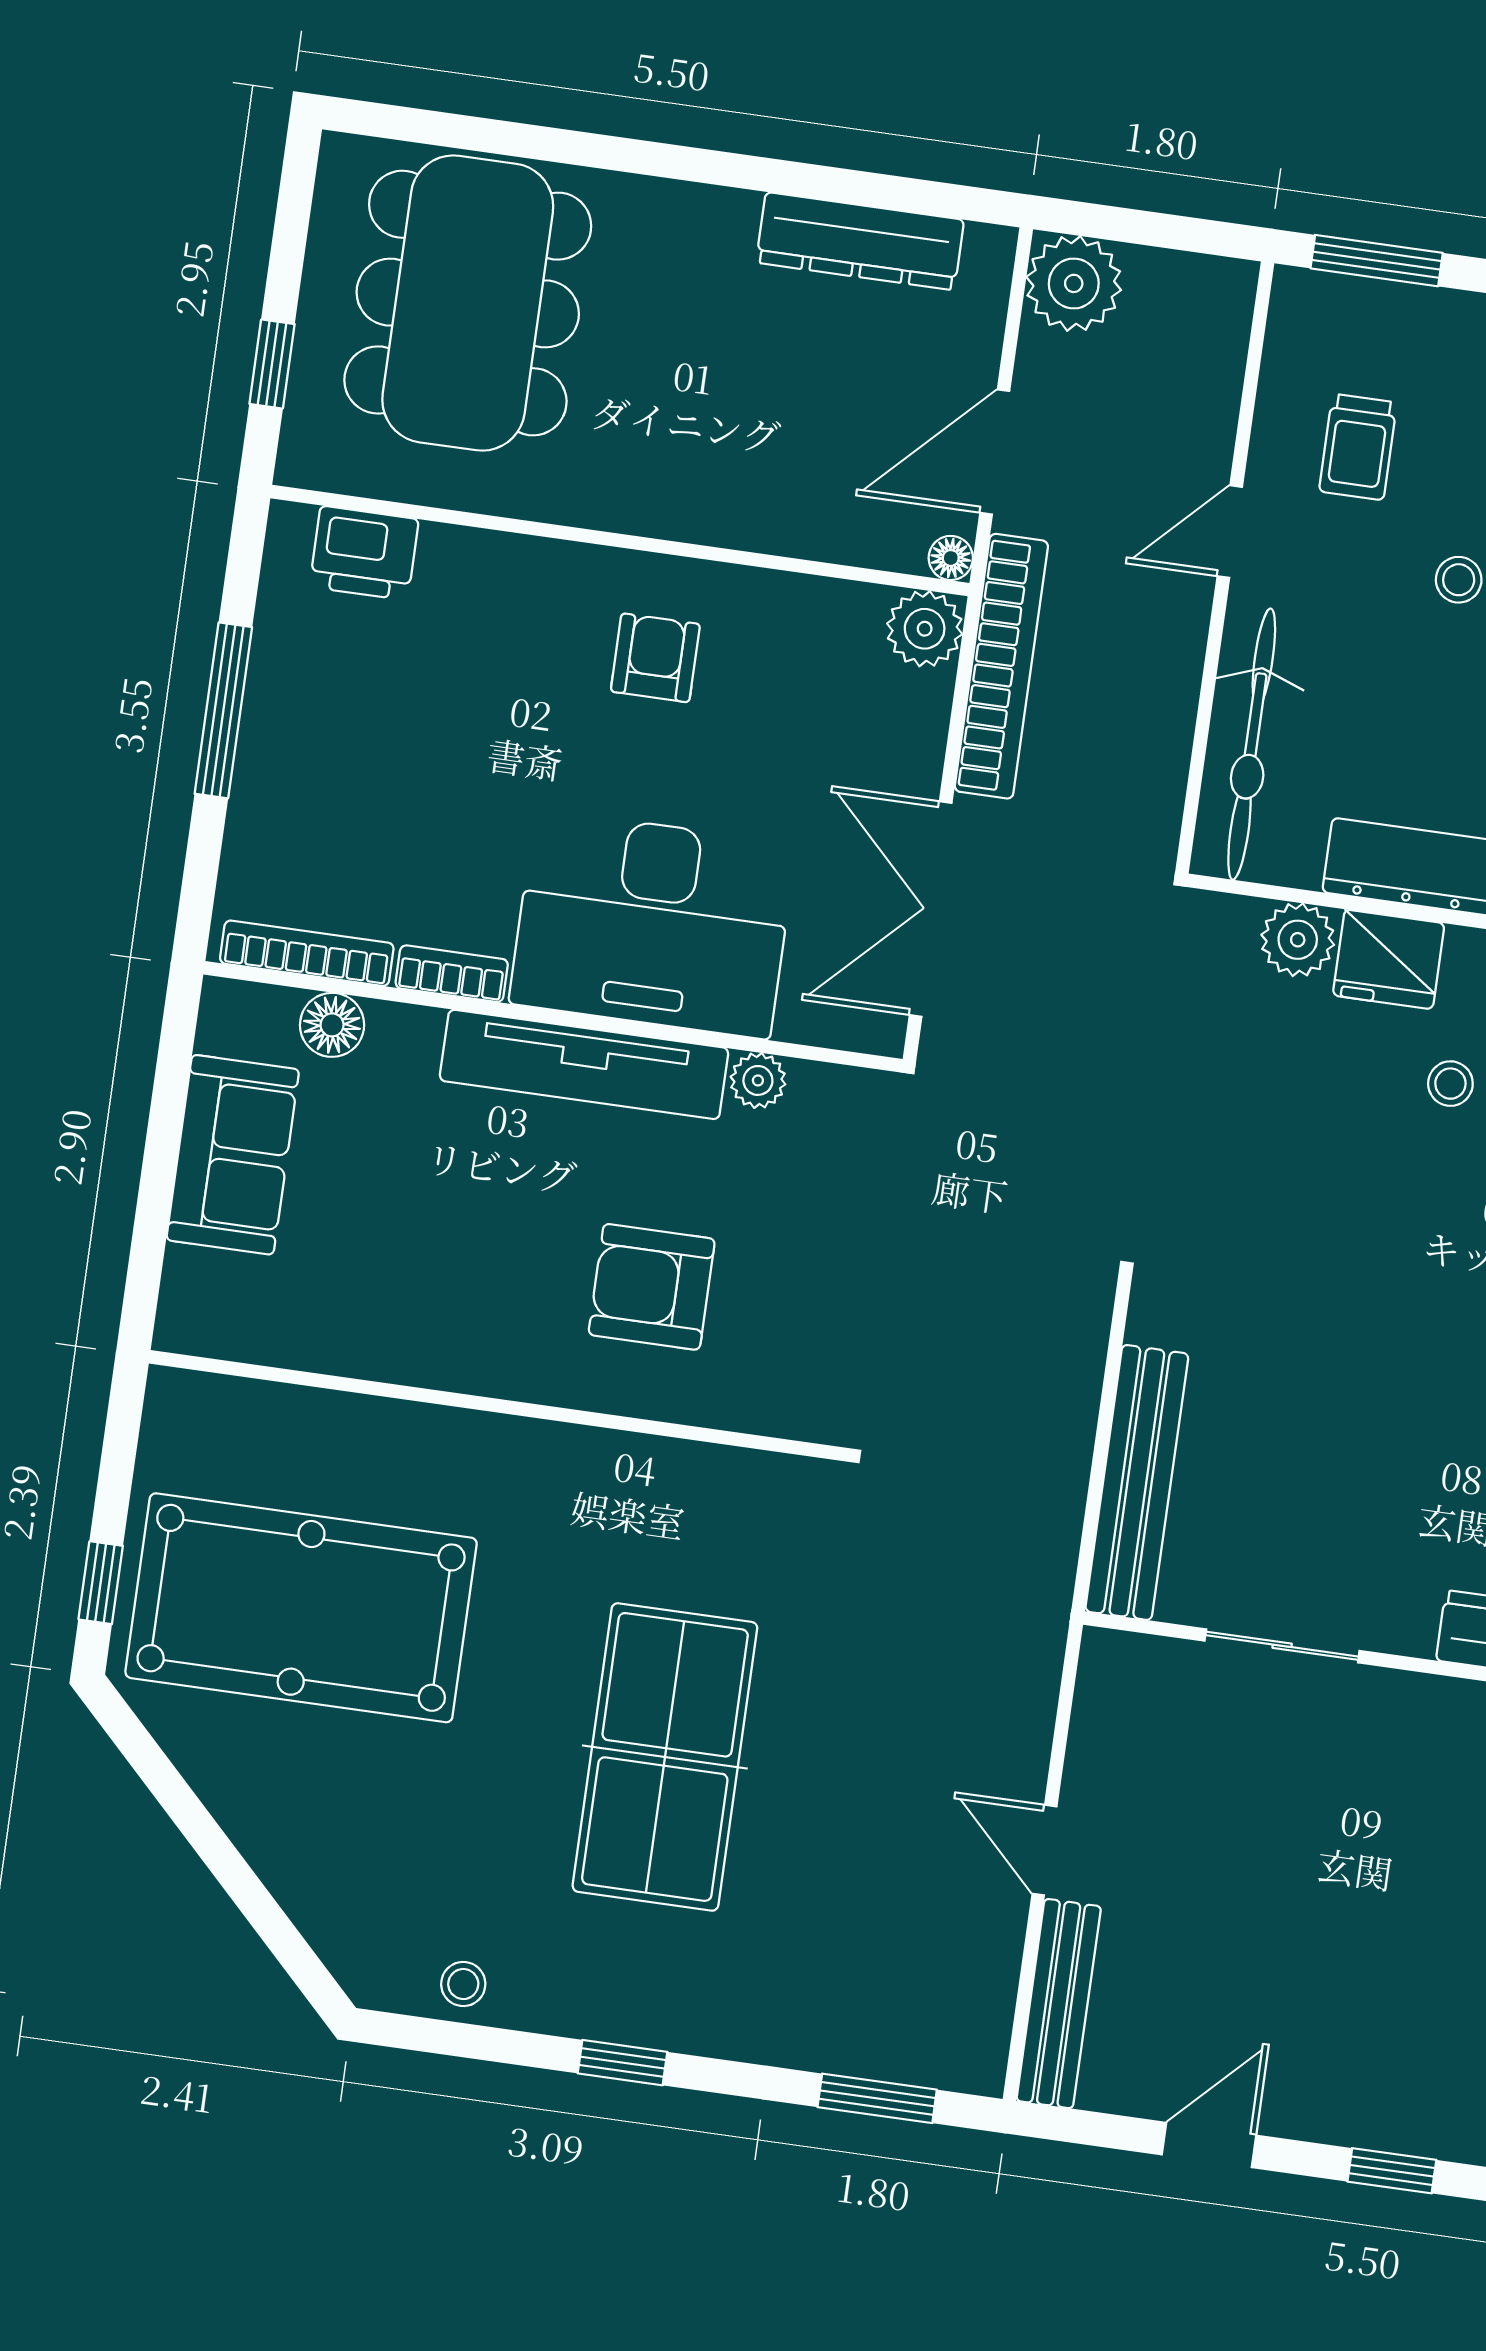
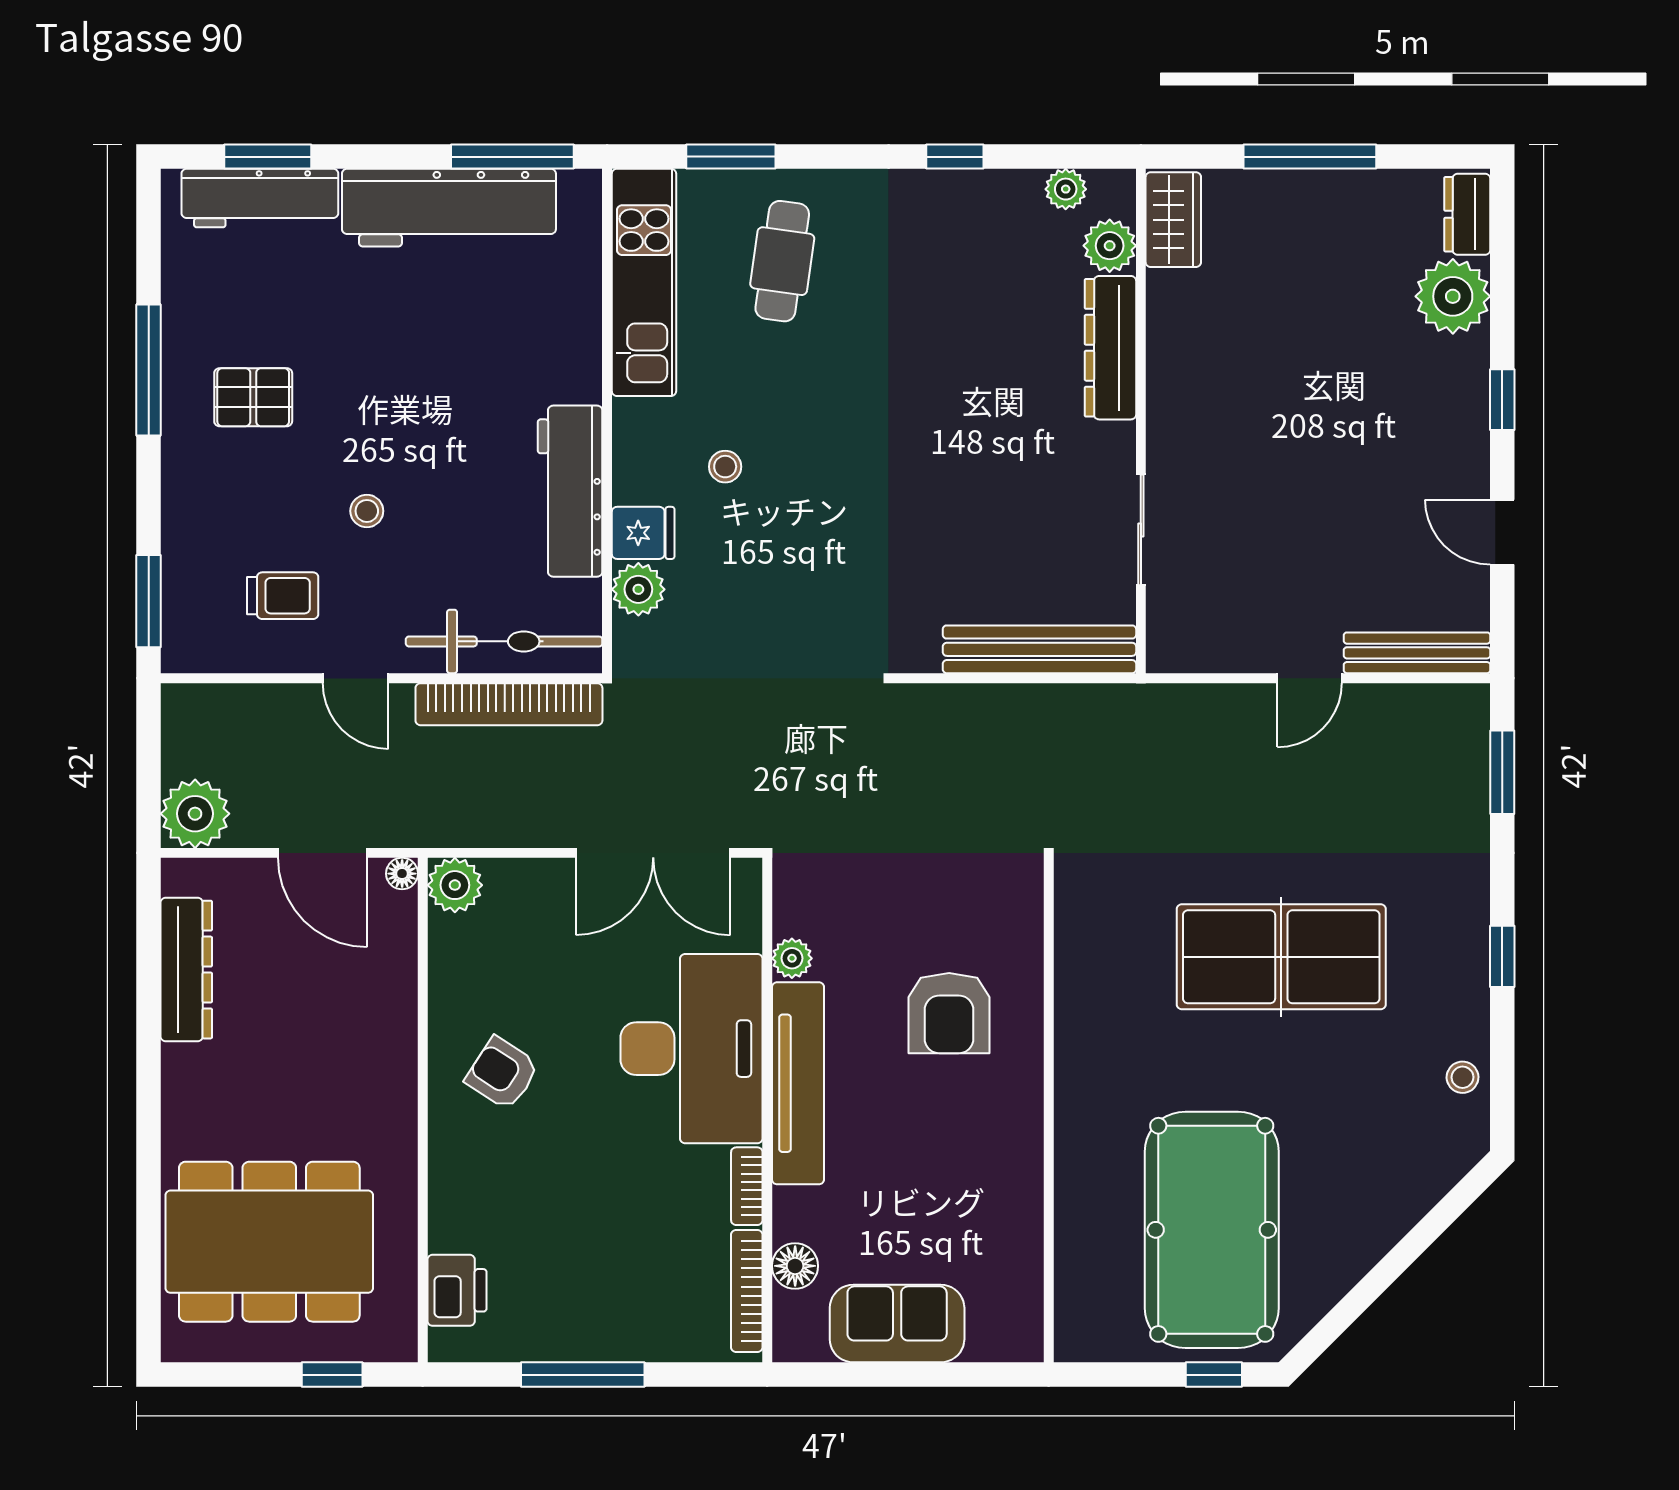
armchair: (655, 658) -> (502, 1073), turned 33
bookcase: (1001, 666) -> (509, 704), moved, turned 180
fridge: (1389, 959) -> (643, 533), width x0.72

